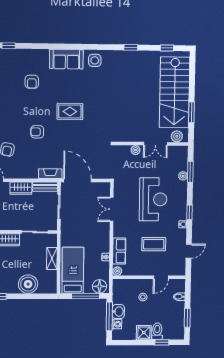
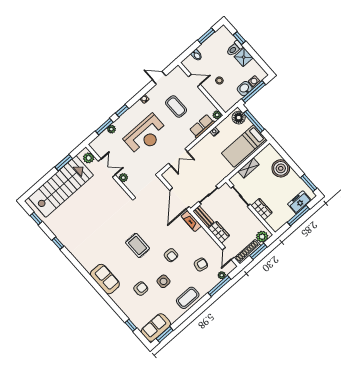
side table: (95, 60) -> (163, 281), moved
reception desk: (153, 199) -> (146, 135), turned 180
window: (189, 212) -> (122, 111), moved

